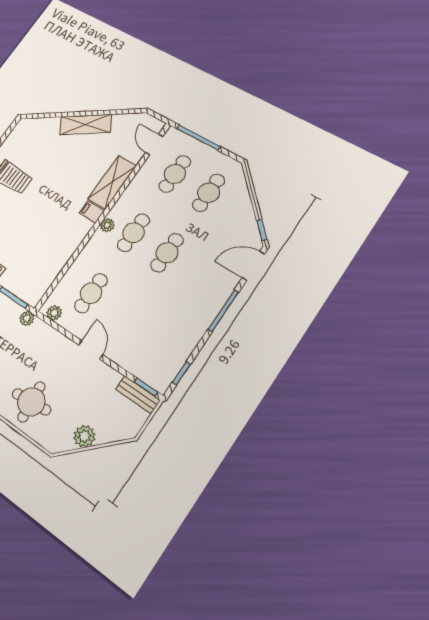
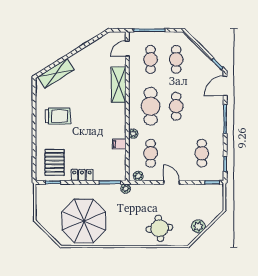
shelving: (86, 124) -> (56, 73), moved
door: (154, 144) -> (127, 49), hinge flipped
filing cabinet: (92, 212) -> (119, 144), moved
plant: (107, 225) -> (133, 134), moved
cafe table: (133, 233) -> (151, 106), width x1.37, depth x1.35
cafe table: (159, 337) -> (202, 153), added
bench: (138, 395) -> (211, 189), removed

